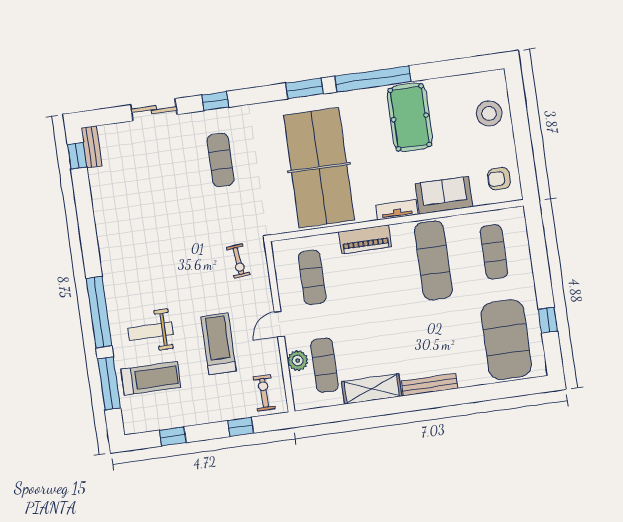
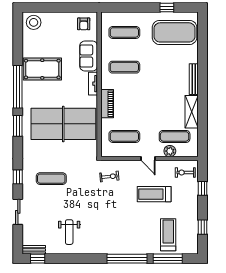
stool: (489, 113) -> (34, 22), moved
exercise mat: (433, 260) -> (124, 67), width x0.73, depth x0.69
weight bench: (150, 331) -> (69, 232), moved

